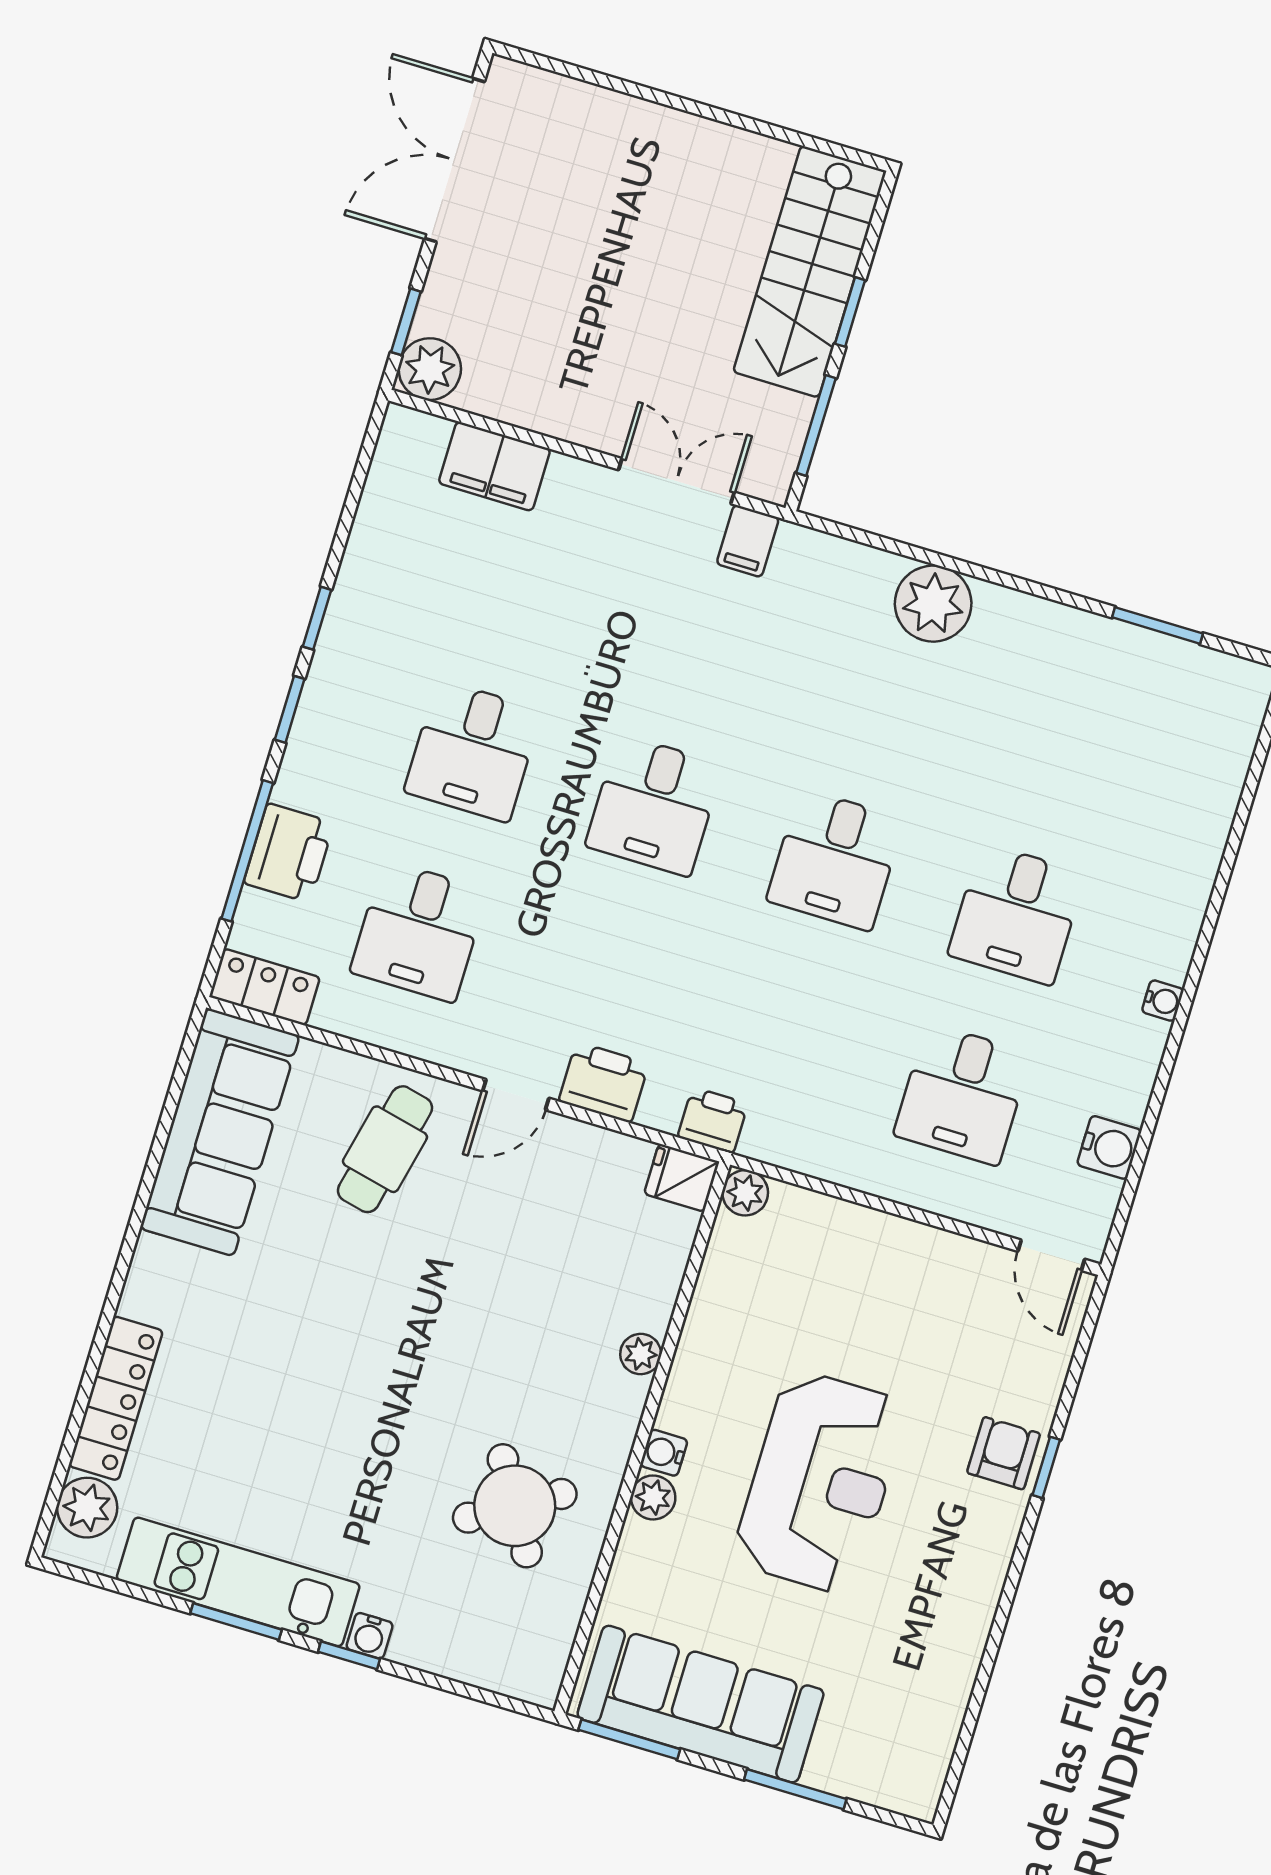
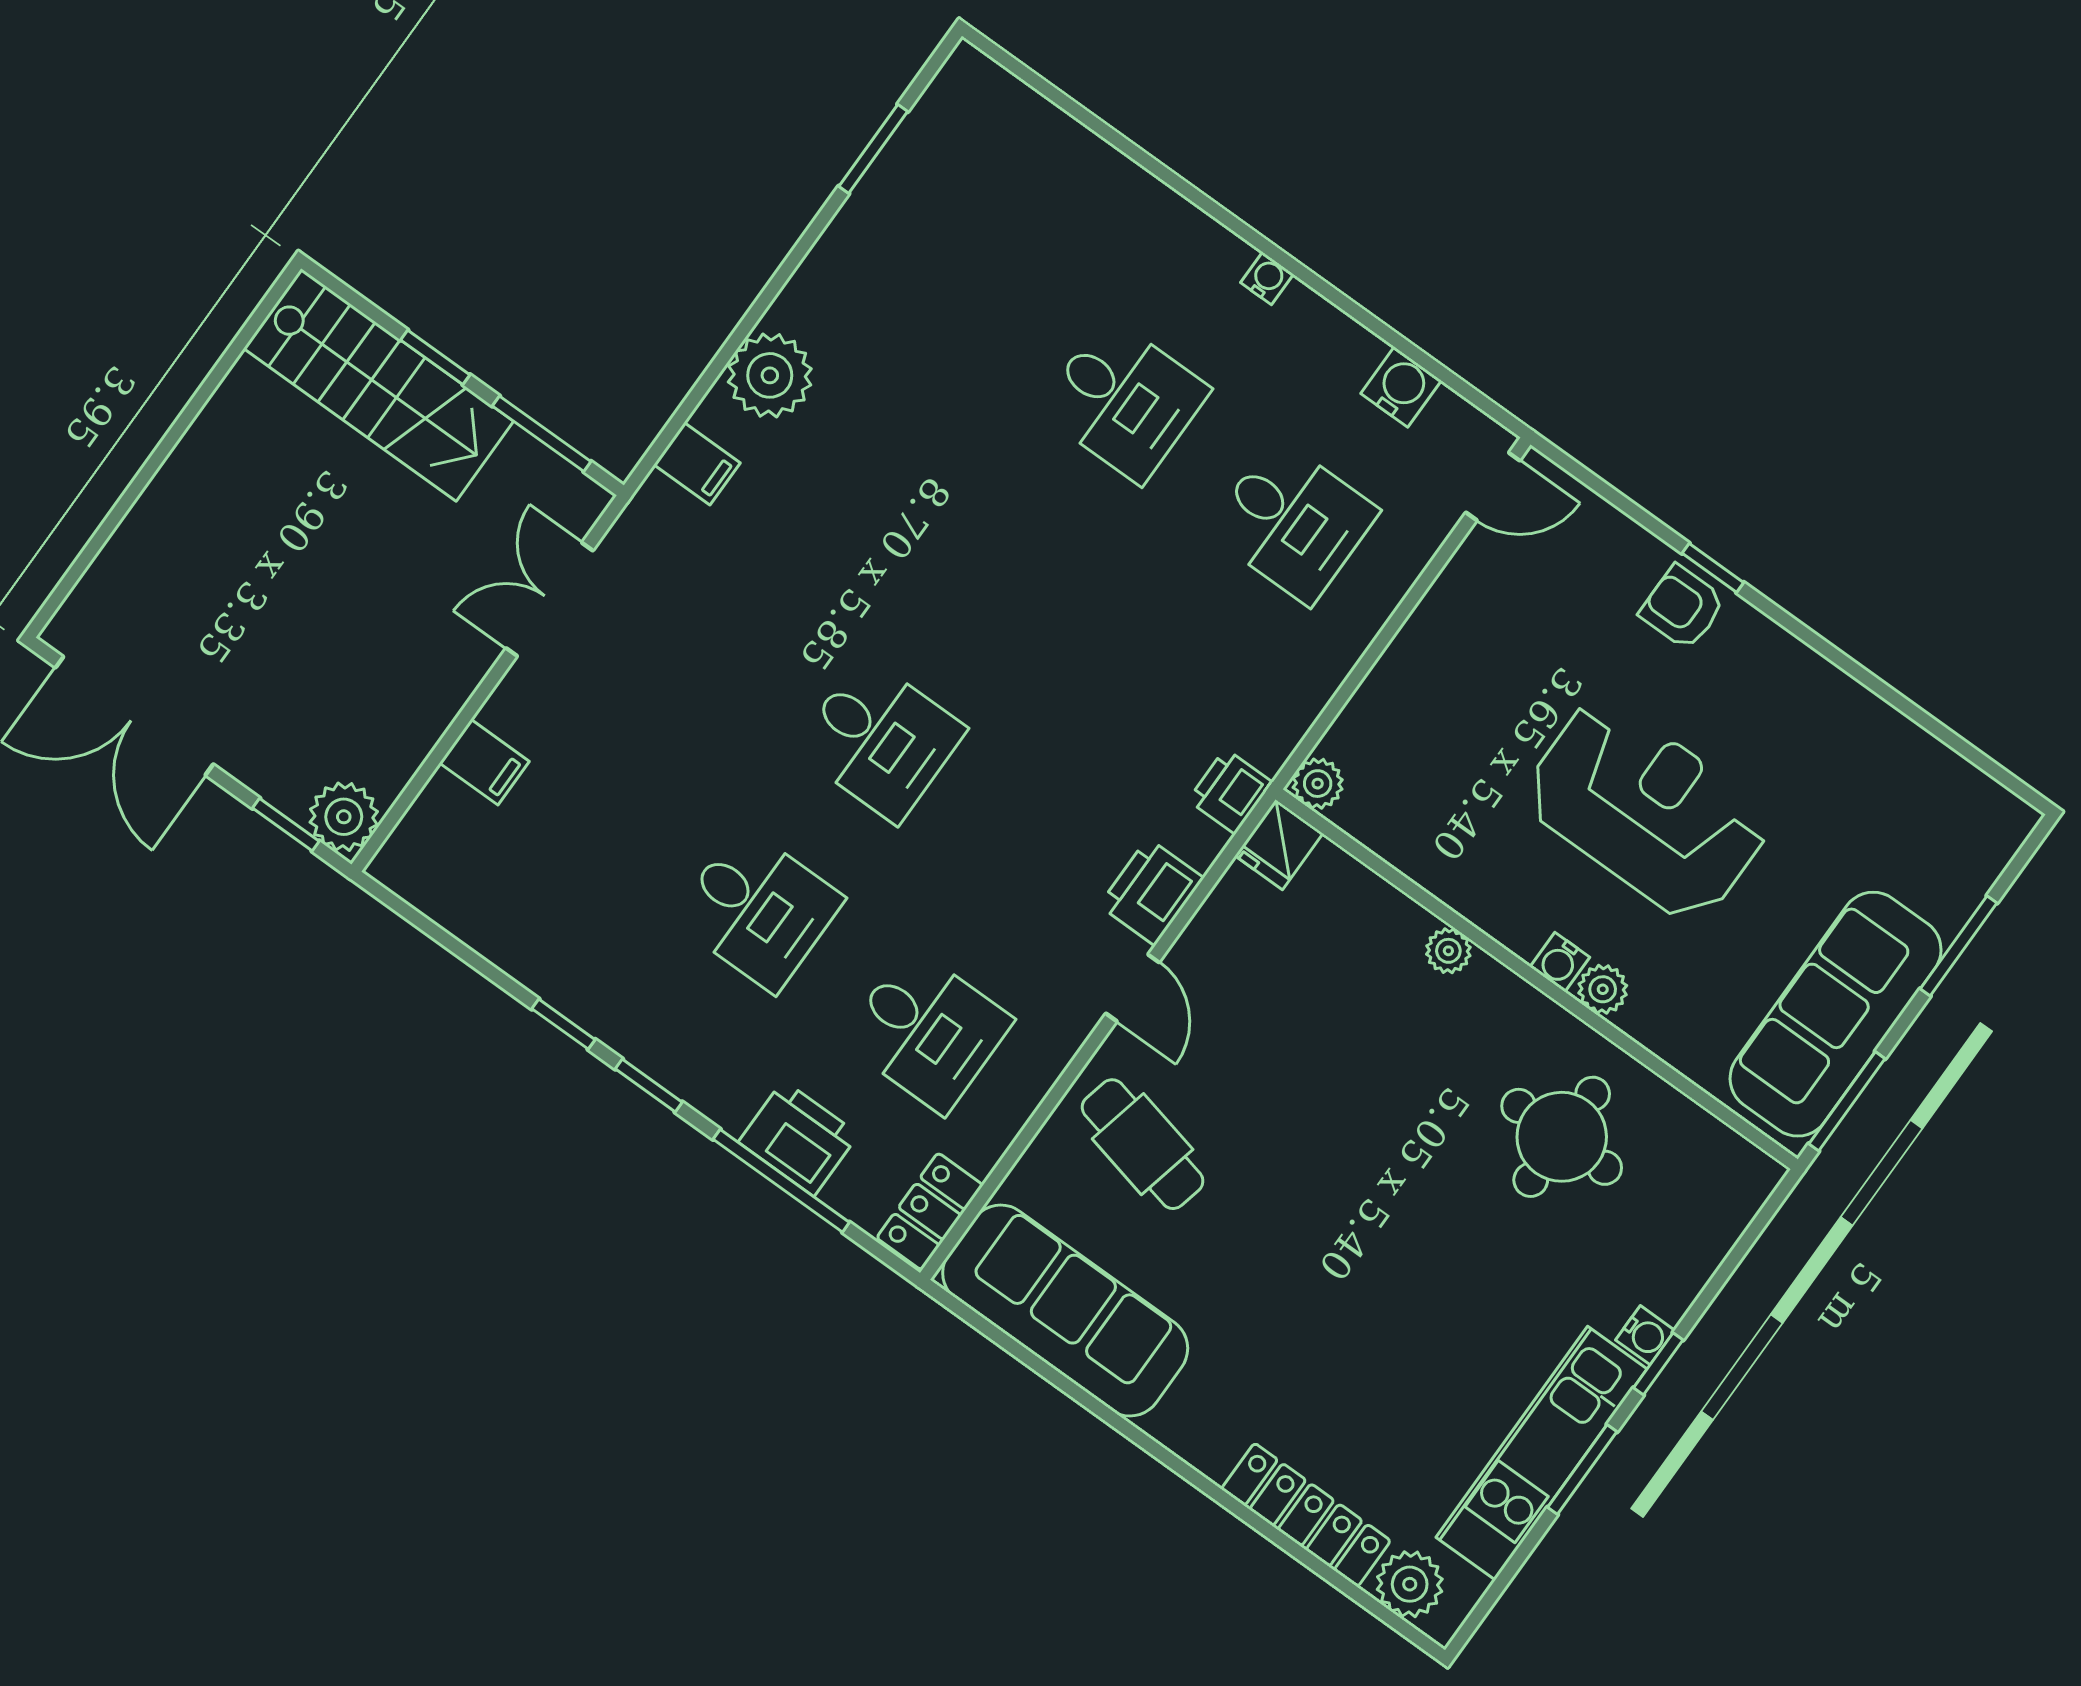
filing cabinet: (494, 466) -> (484, 762), width x0.50
filing cabinet: (748, 541) -> (697, 464), moved
desk: (835, 860) -> (1002, 570), removed
round table: (515, 1506) -> (1562, 1137), turned 31

